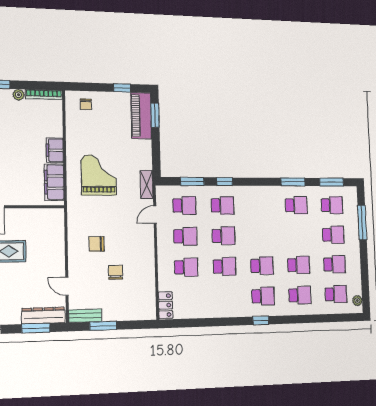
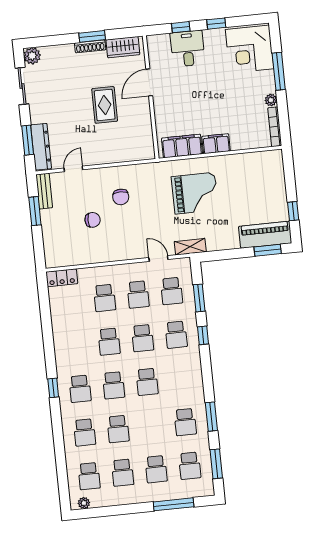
chair: (86, 104) -> (270, 173), removed
school desk: (261, 235) -> (147, 382), added
chair: (97, 244) -> (121, 197), turned 180

